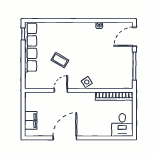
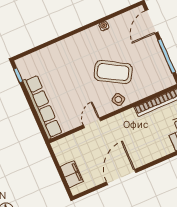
row of seats: (31, 47) -> (42, 107), moved
coffee table: (60, 60) -> (113, 72), moved, width x1.86, depth x1.72

